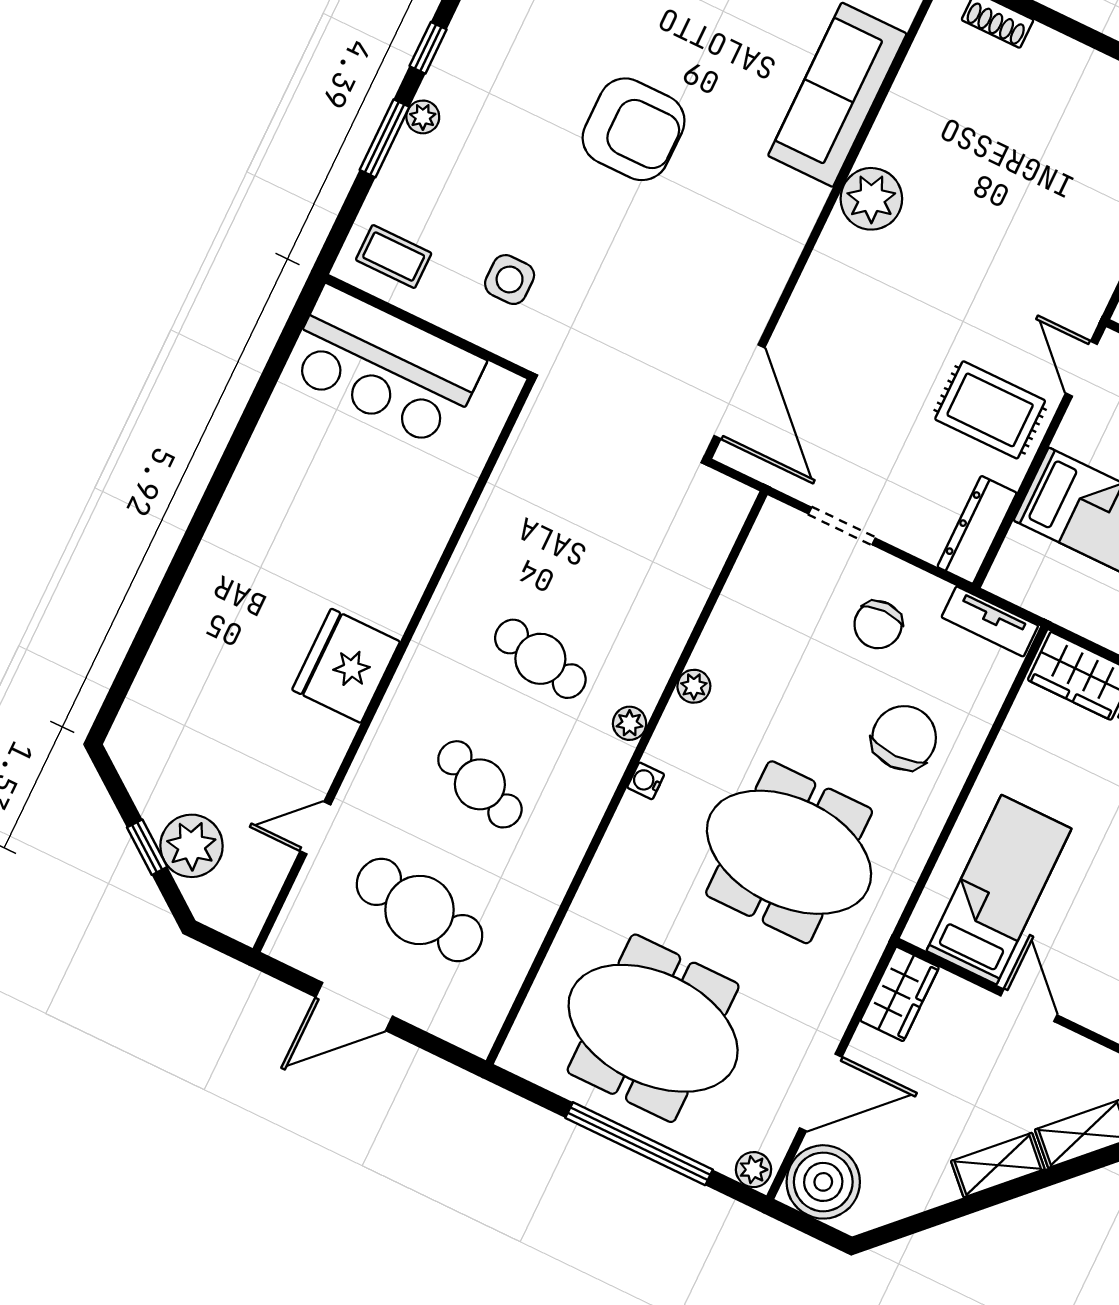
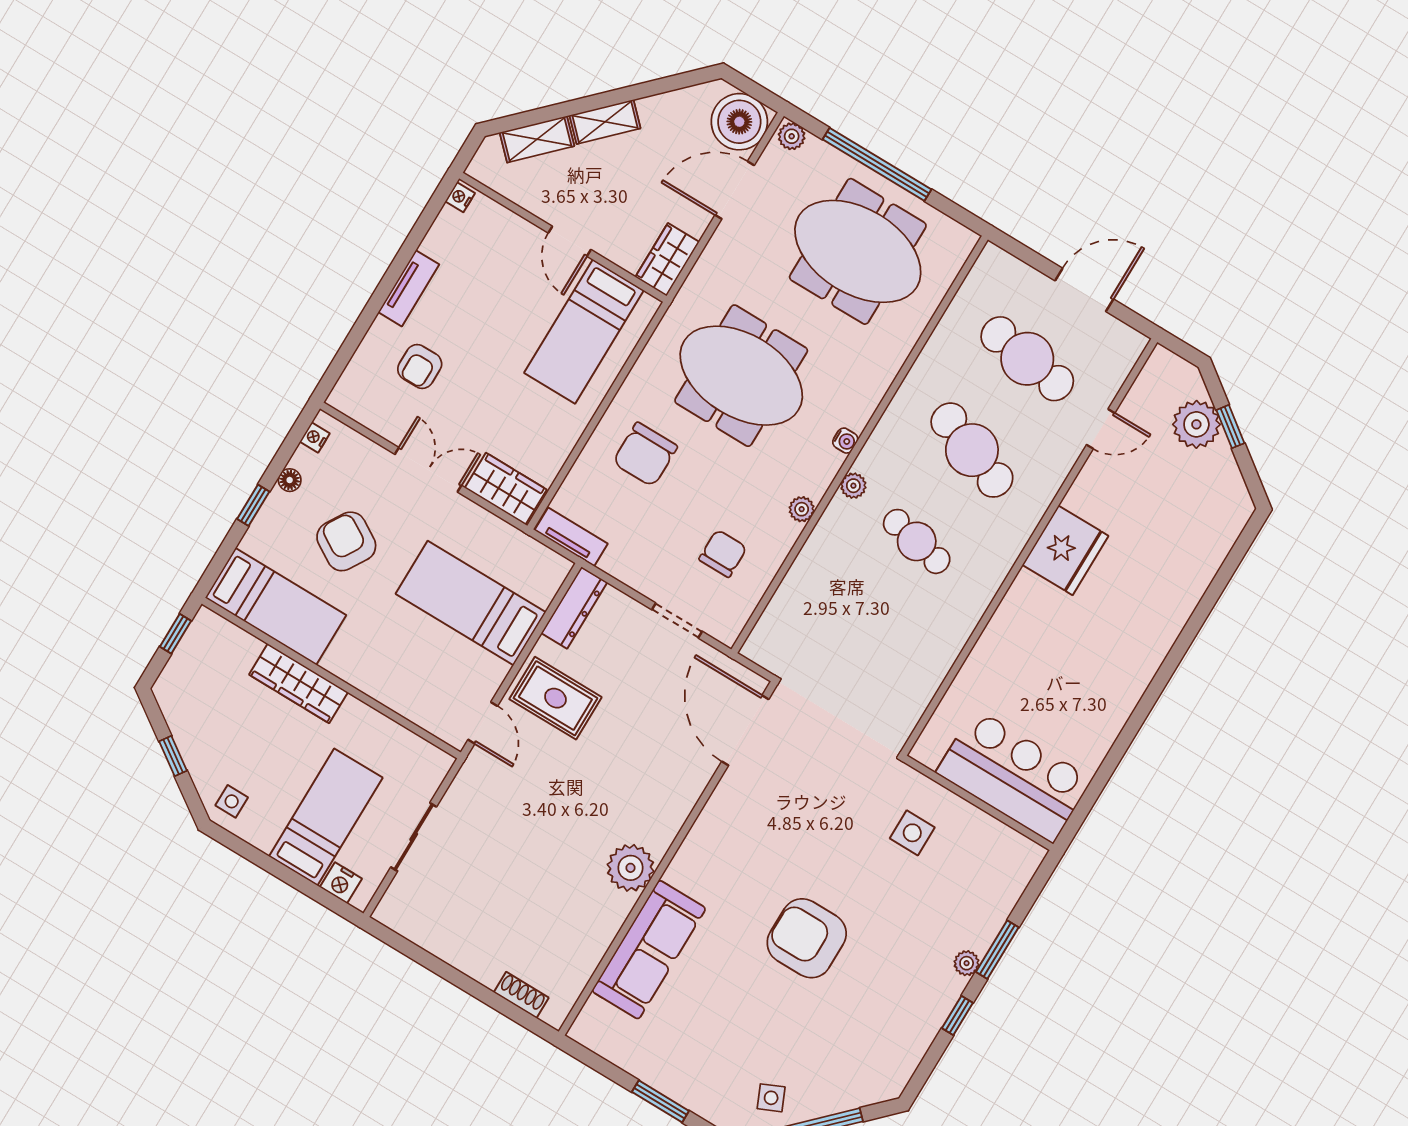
coffee table: (394, 257) -> (999, 859), removed
chair: (878, 625) -> (723, 553), moved
cafe table: (480, 784) -> (972, 450), width x1.37, depth x1.35

